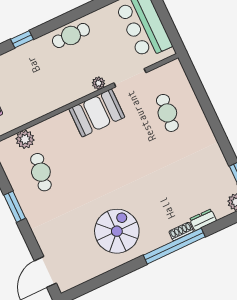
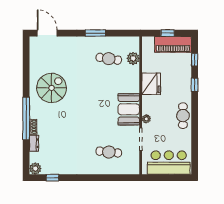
fridge: (48, 99) -> (151, 84), added
spiral stairs: (117, 231) -> (52, 88), turned -90

